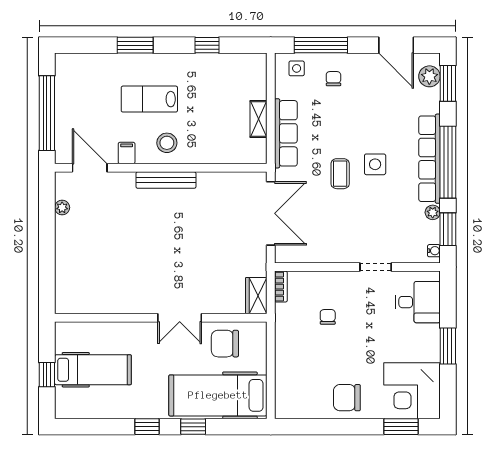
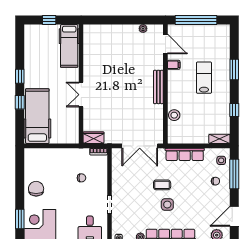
shelving: (258, 119) -> (219, 139), moved
stool: (167, 143) -> (174, 115), moved
door: (90, 168) -> (165, 44), hinge flipped
chair: (225, 344) -> (66, 120), removed
hospital bed: (93, 370) -> (69, 46), moved

